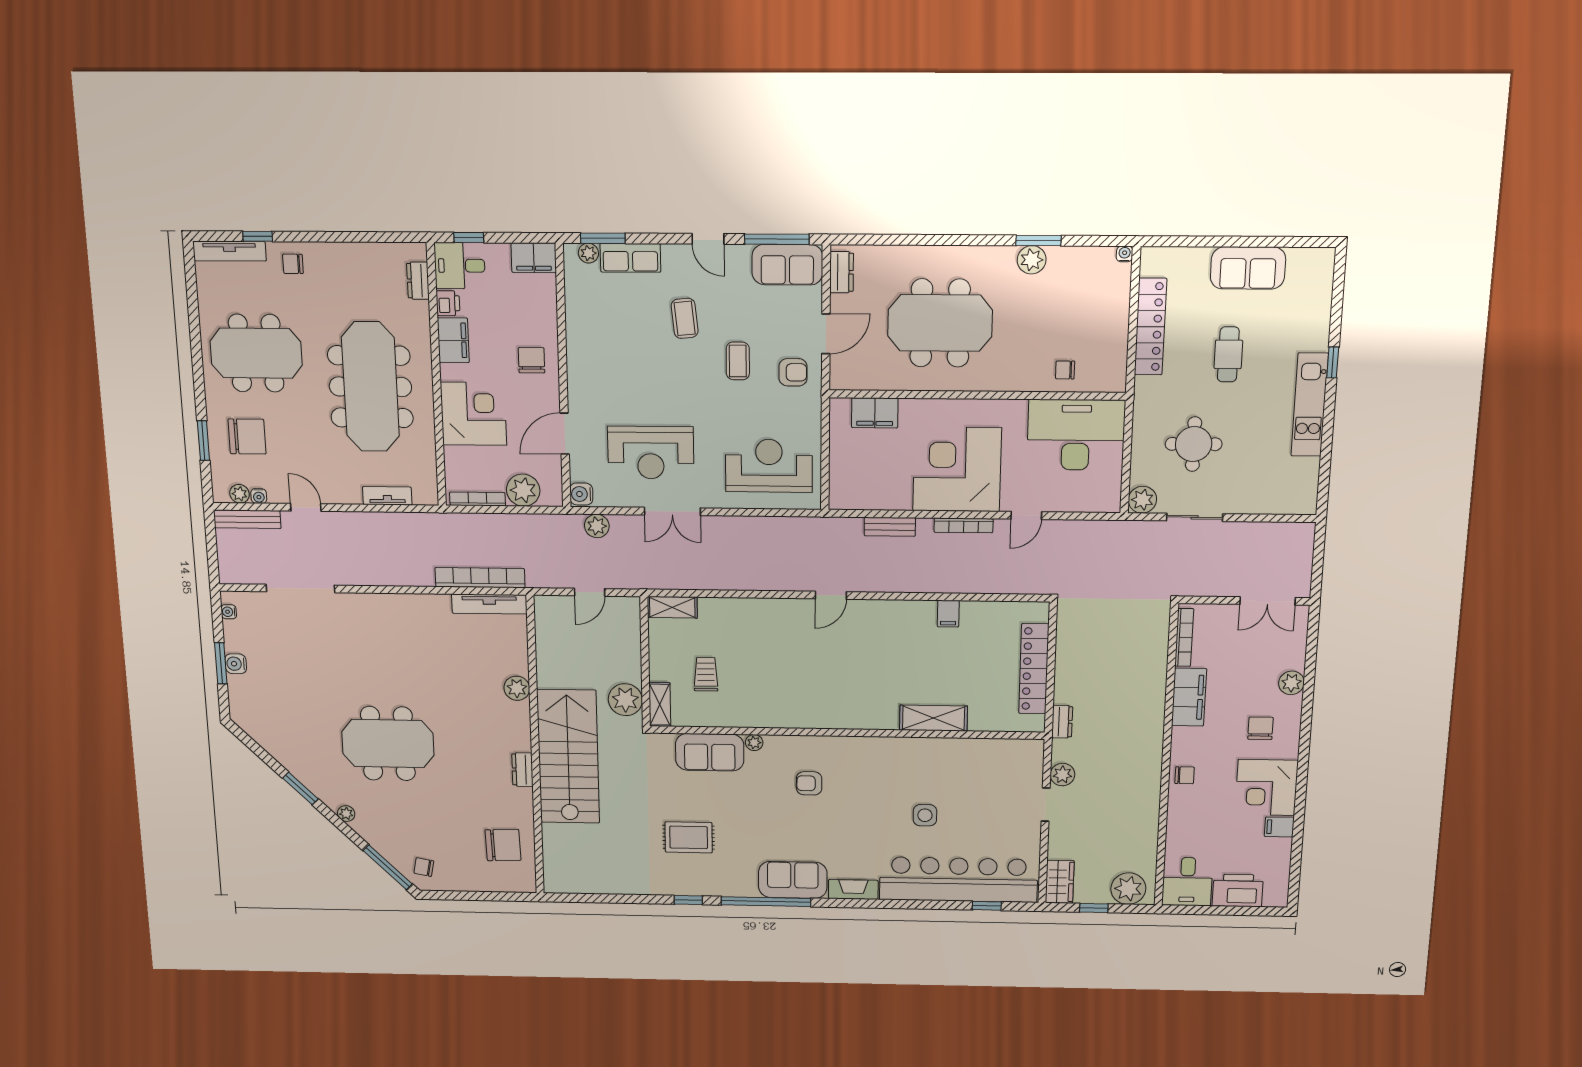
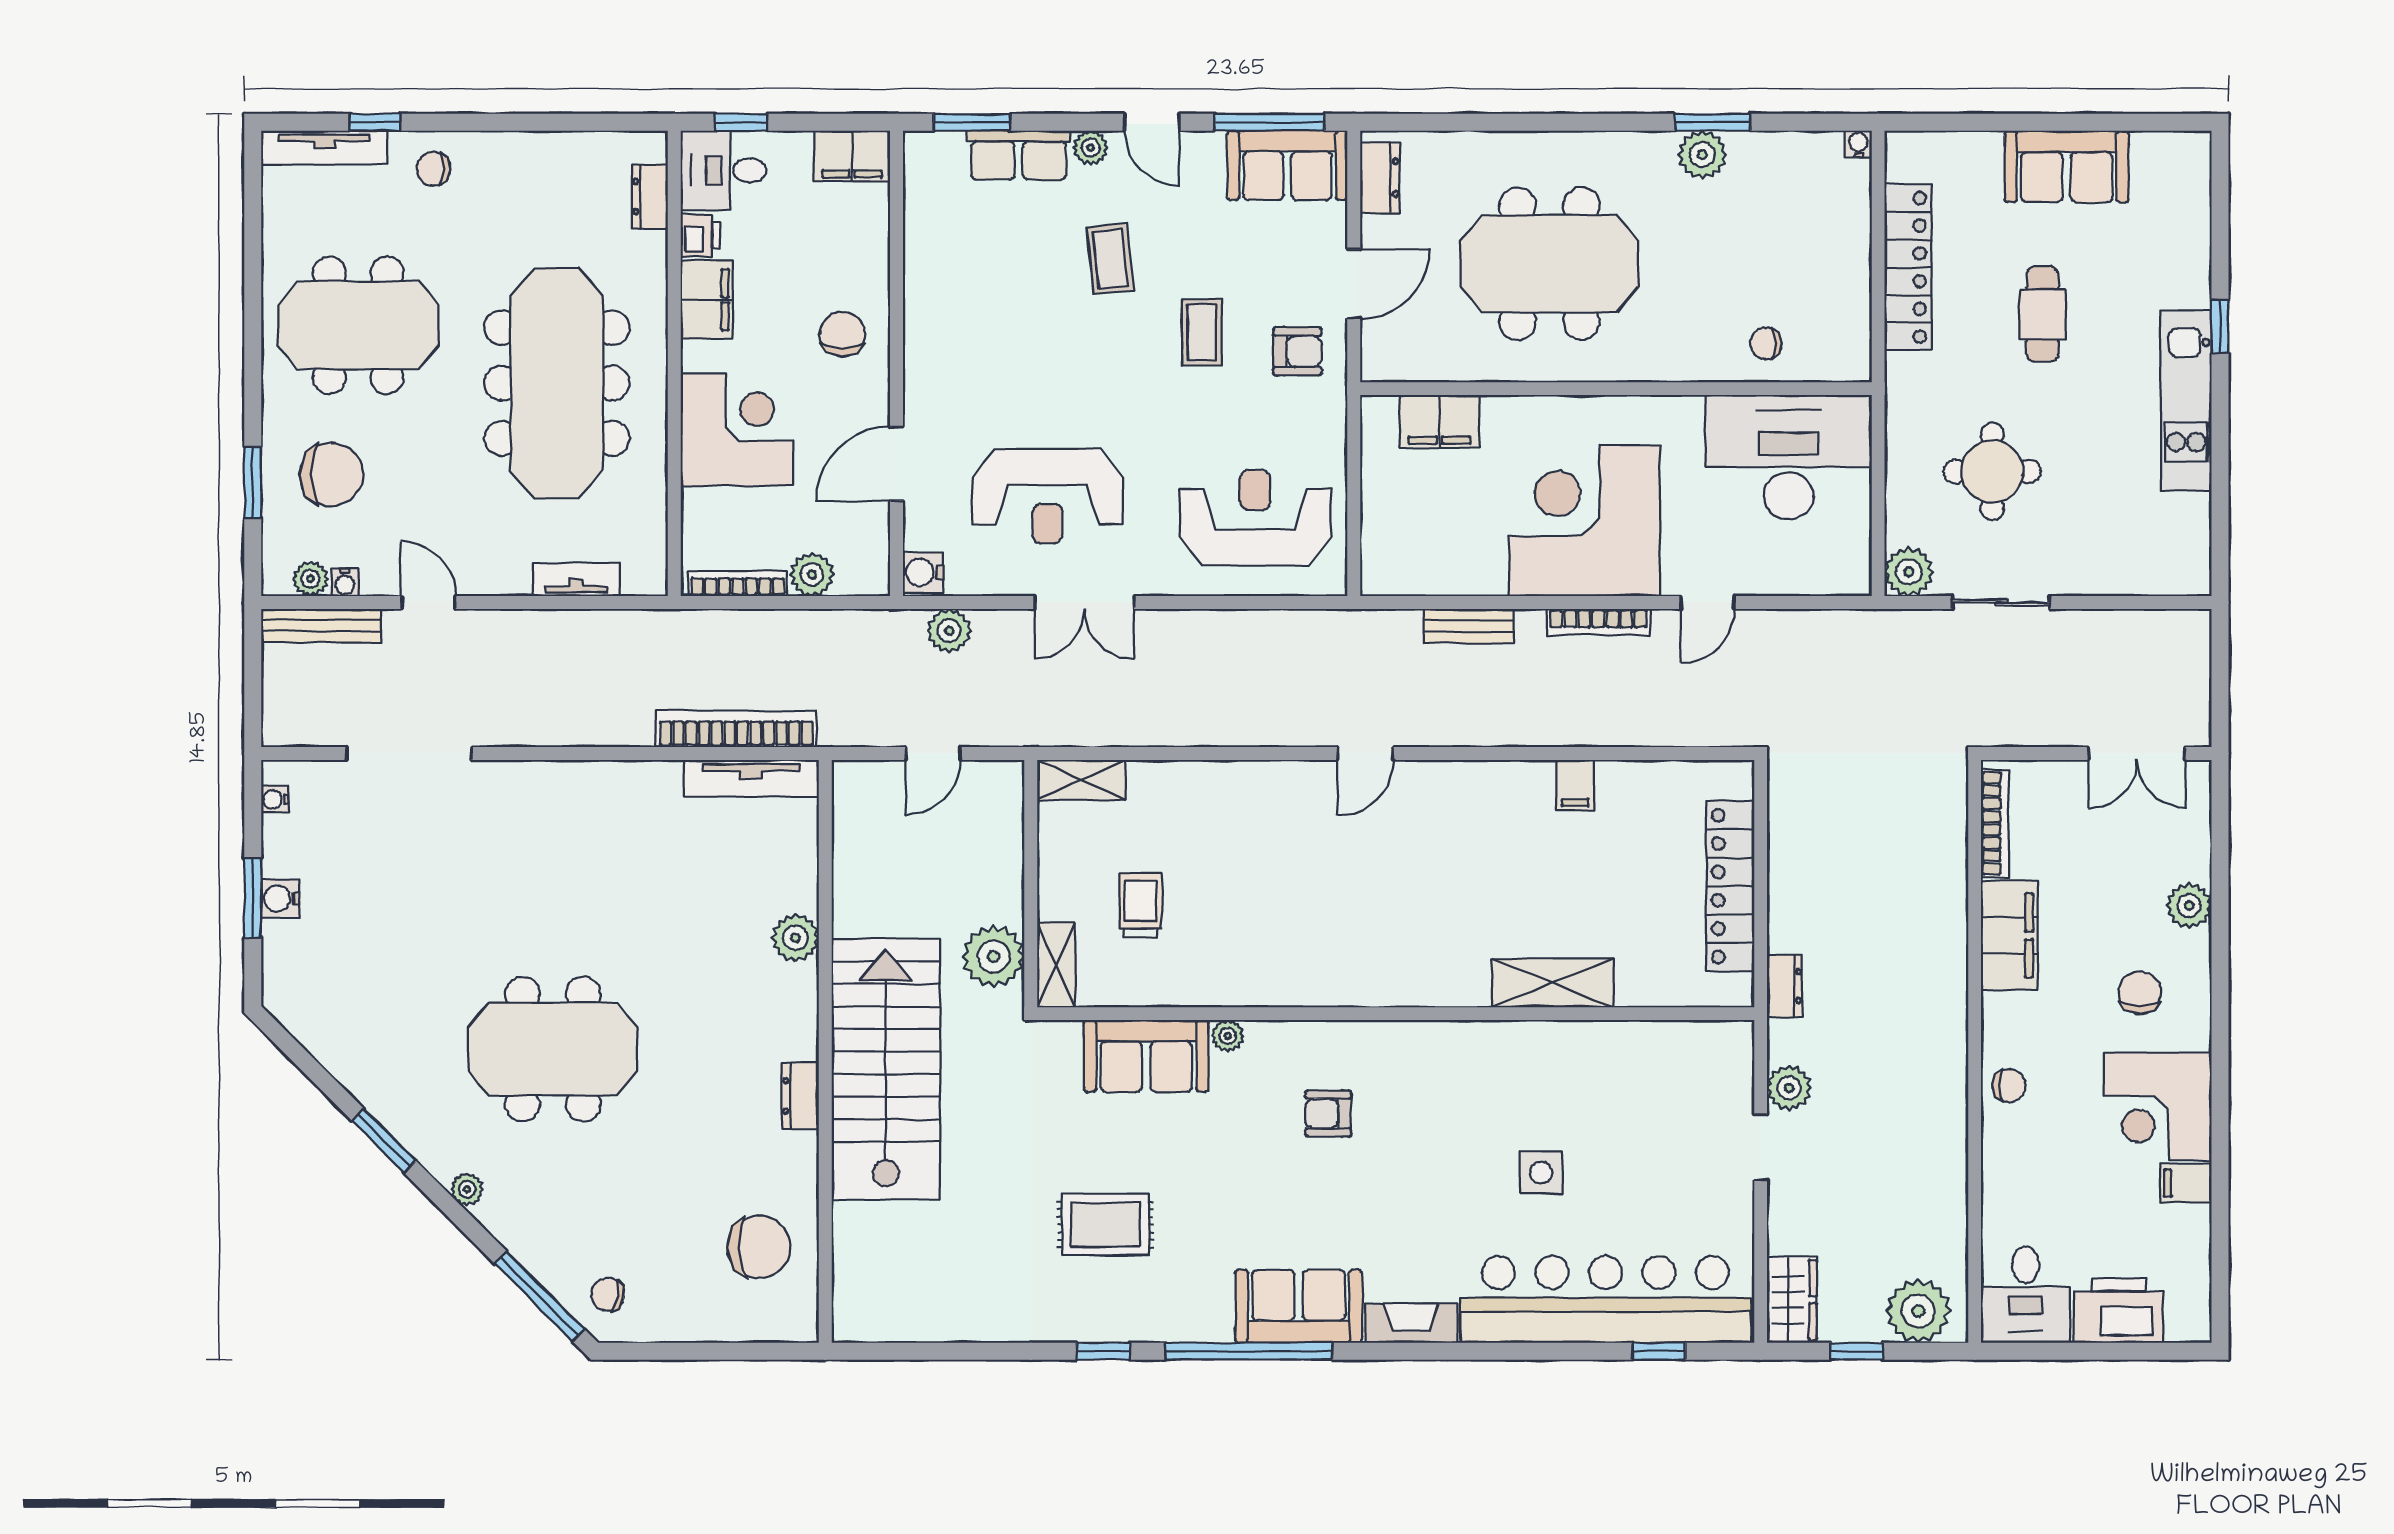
plant: (588, 253) -> (1091, 148), moved
plant: (523, 490) -> (812, 575), width x0.73, depth x0.73

